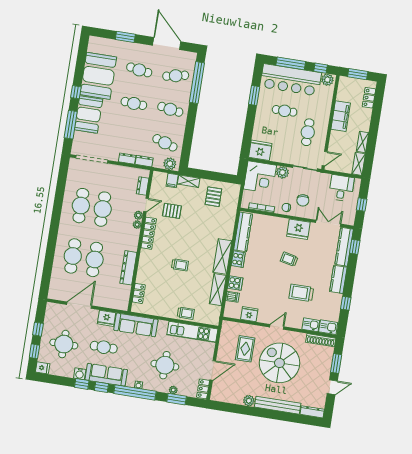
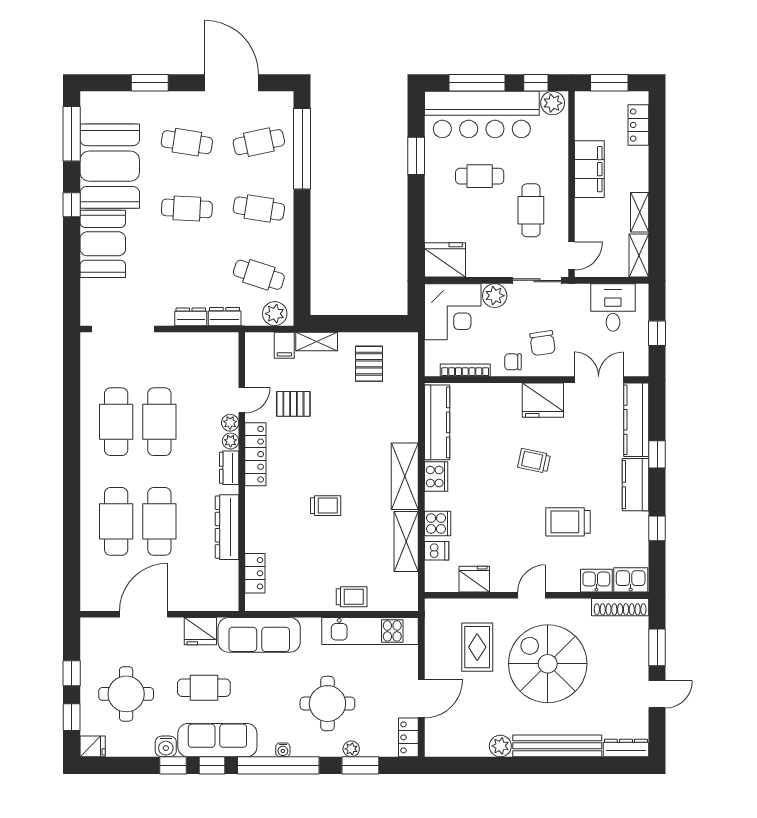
window: (71, 125) -> (72, 134), moved
dresser: (143, 186) -> (229, 468), moved
window: (355, 247) -> (657, 454), moved

